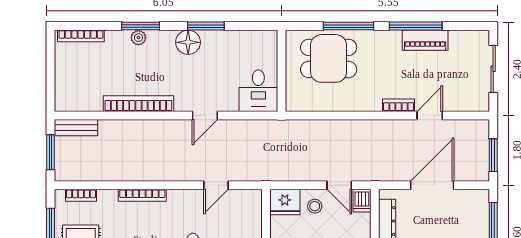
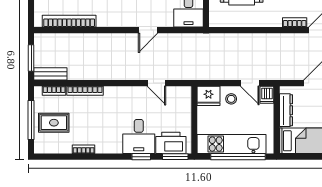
bookcase: (138, 104) -> (69, 21), moved
bench: (76, 128) -> (50, 74), moved
door: (216, 185) -> (156, 83), hinge flipped
bookcase: (142, 195) -> (85, 91), moved

